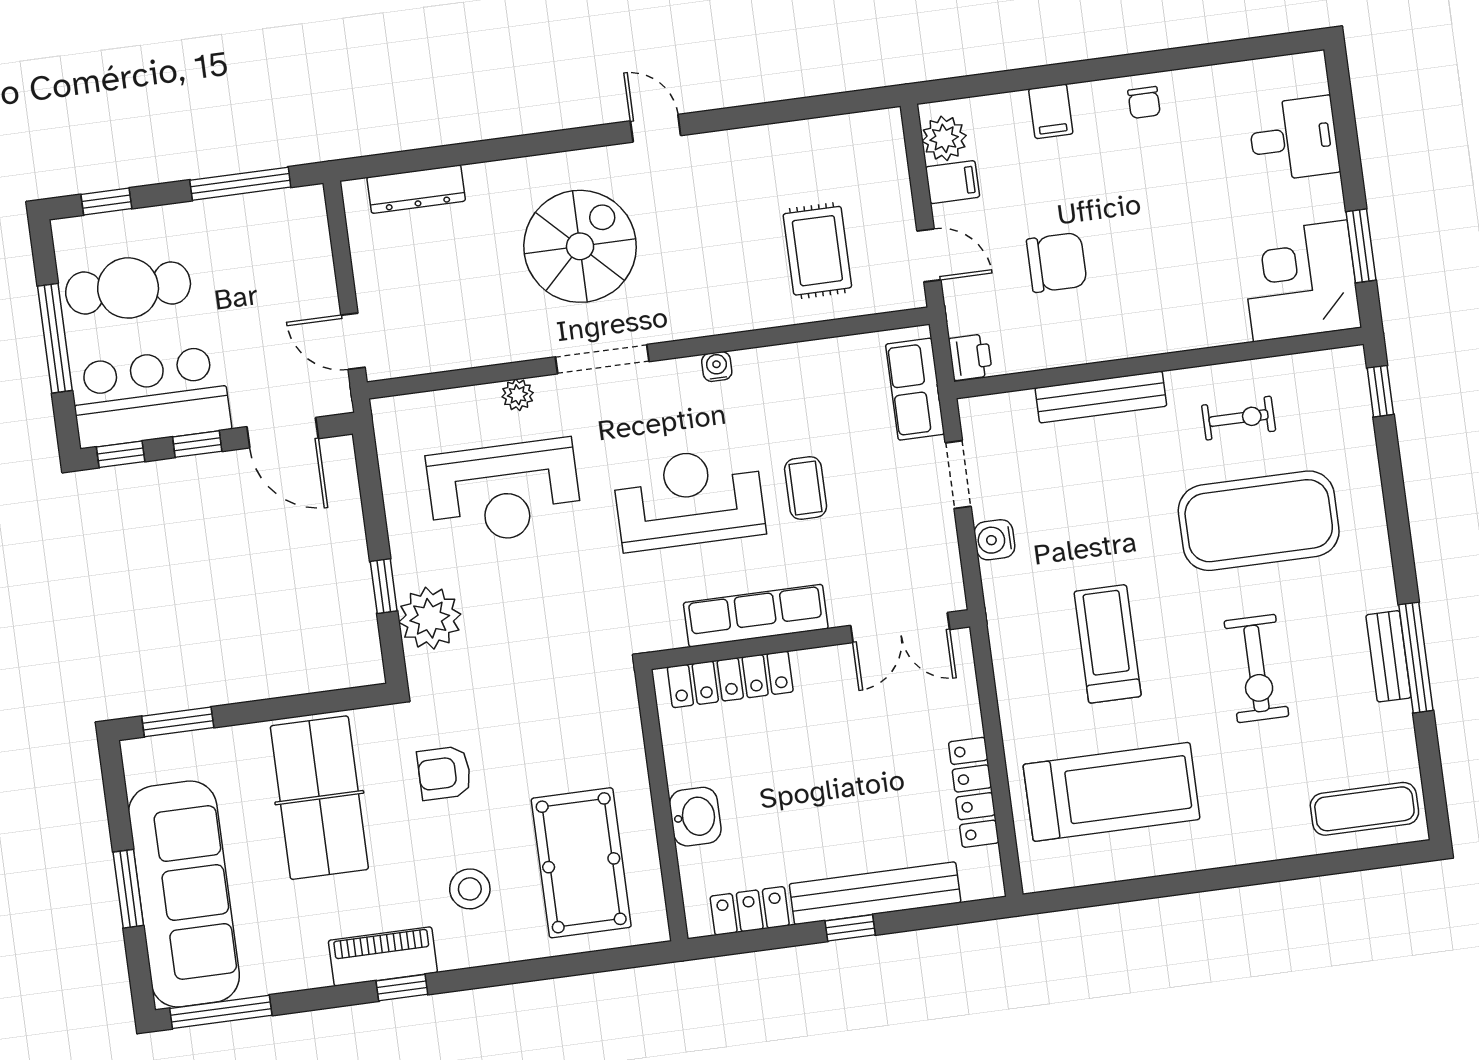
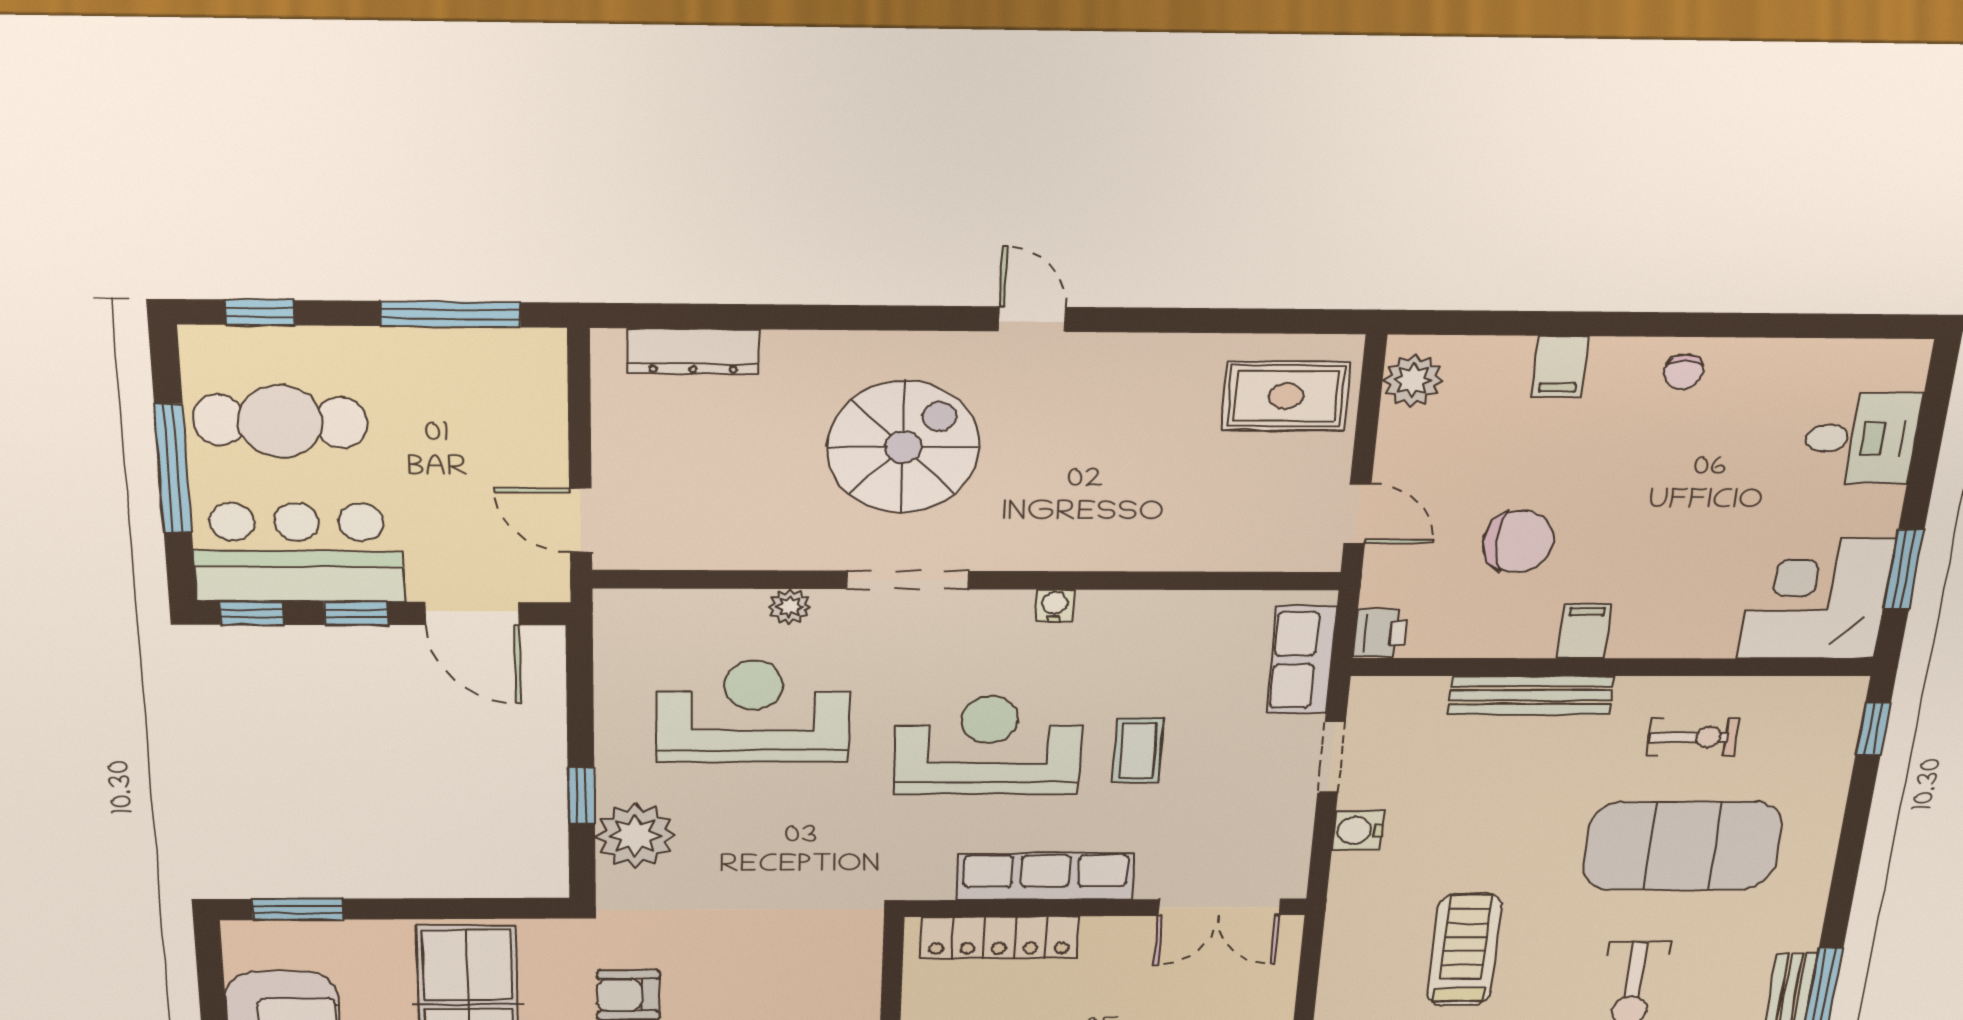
filing cabinet: (952, 182) -> (1584, 631), moved, turned -90
rug: (817, 251) -> (1286, 396), moved, turned 90
reception desk: (504, 492) -> (753, 712), turned 180

